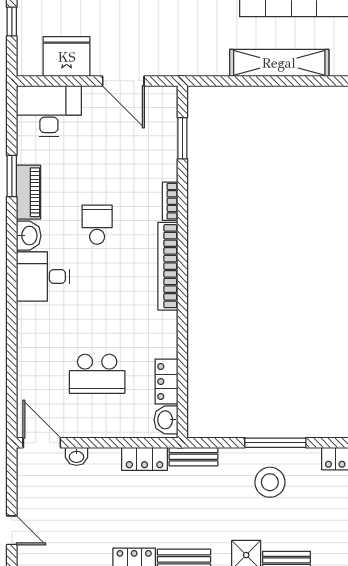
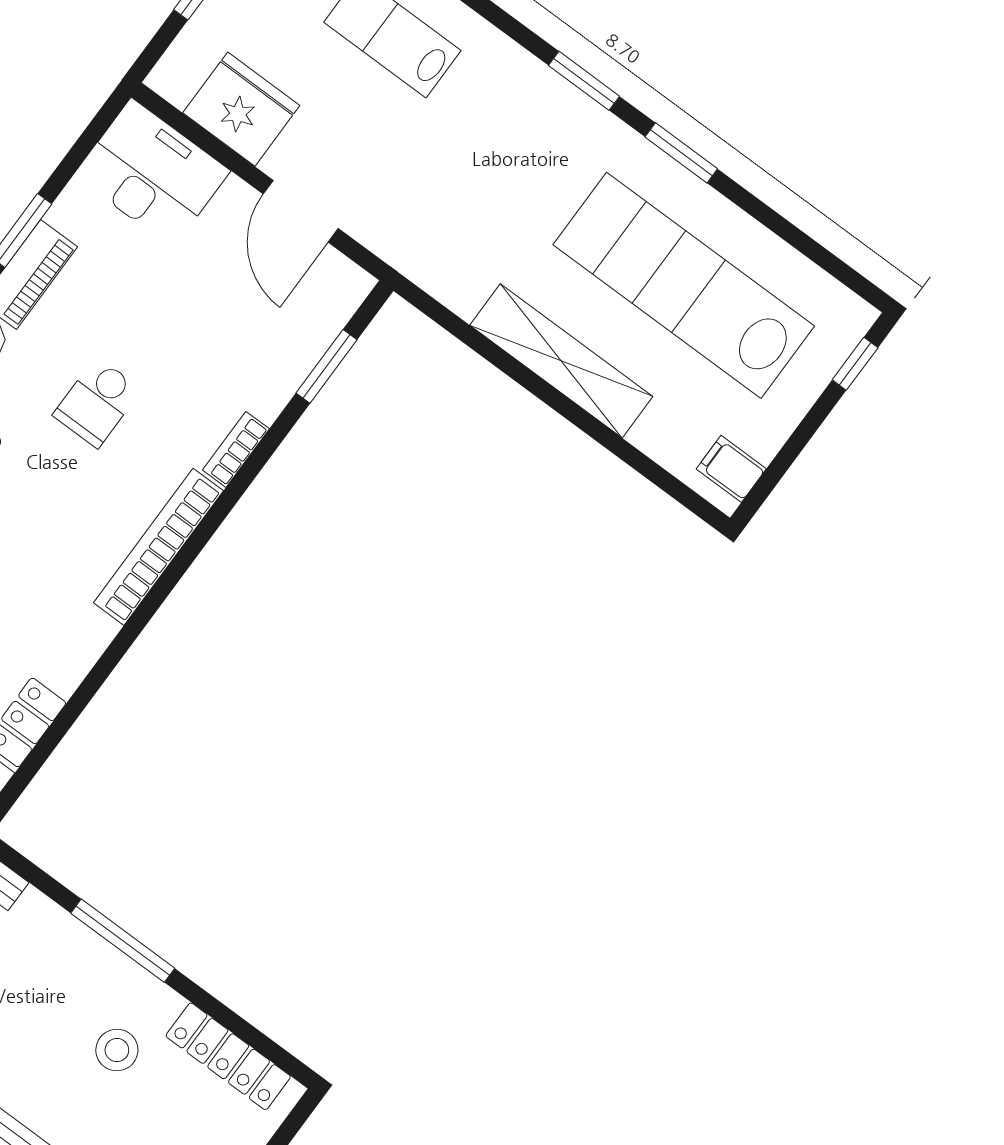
school desk: (97, 225) -> (97, 402), turned 180
stool: (270, 482) -> (117, 1050), moved, width x0.73, depth x0.73

